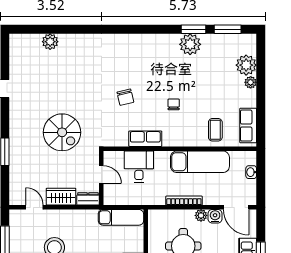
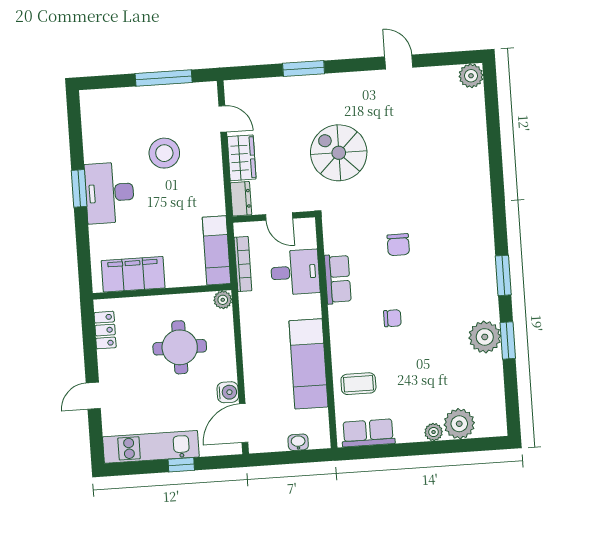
window: (228, 29) -> (503, 275), moved
plant: (50, 42) -> (471, 76), moved
chair: (125, 97) -> (398, 245), turned -77
spiral stairs: (62, 132) -> (339, 153), turned 90
door: (101, 175) -> (279, 216), hinge flipped
bookcase: (184, 201) -> (243, 264), moved
door: (35, 207) -> (223, 119), hinge flipped
plant: (201, 215) -> (223, 300), moved

